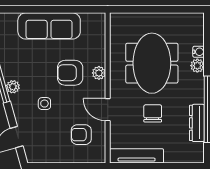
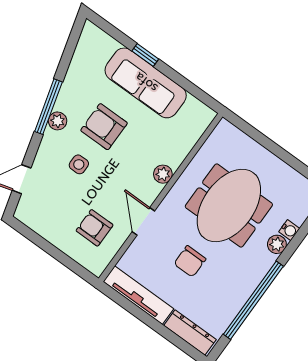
window: (37, 9) -> (145, 55), added
armchair: (70, 73) -> (104, 127), moved
chair: (153, 113) -> (190, 261), turned 180
dresser: (197, 123) -> (190, 332), moved, turned 90

